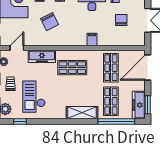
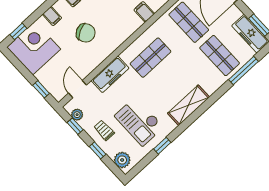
shelving: (82, 113) -> (188, 105), moved
window: (20, 121) -> (162, 146), moved
window: (116, 121) -> (243, 70), width x0.68

